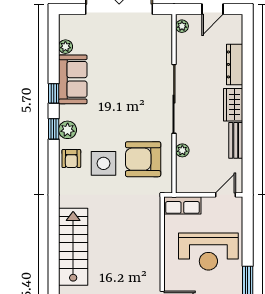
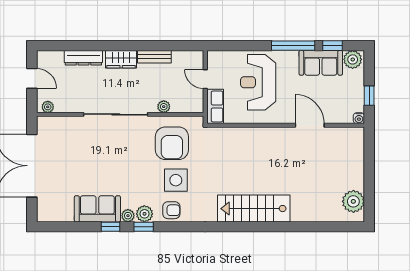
plant: (65, 47) -> (128, 216), moved
door: (225, 195) -> (205, 79), moved
reception desk: (208, 252) -> (258, 82), turned 180

